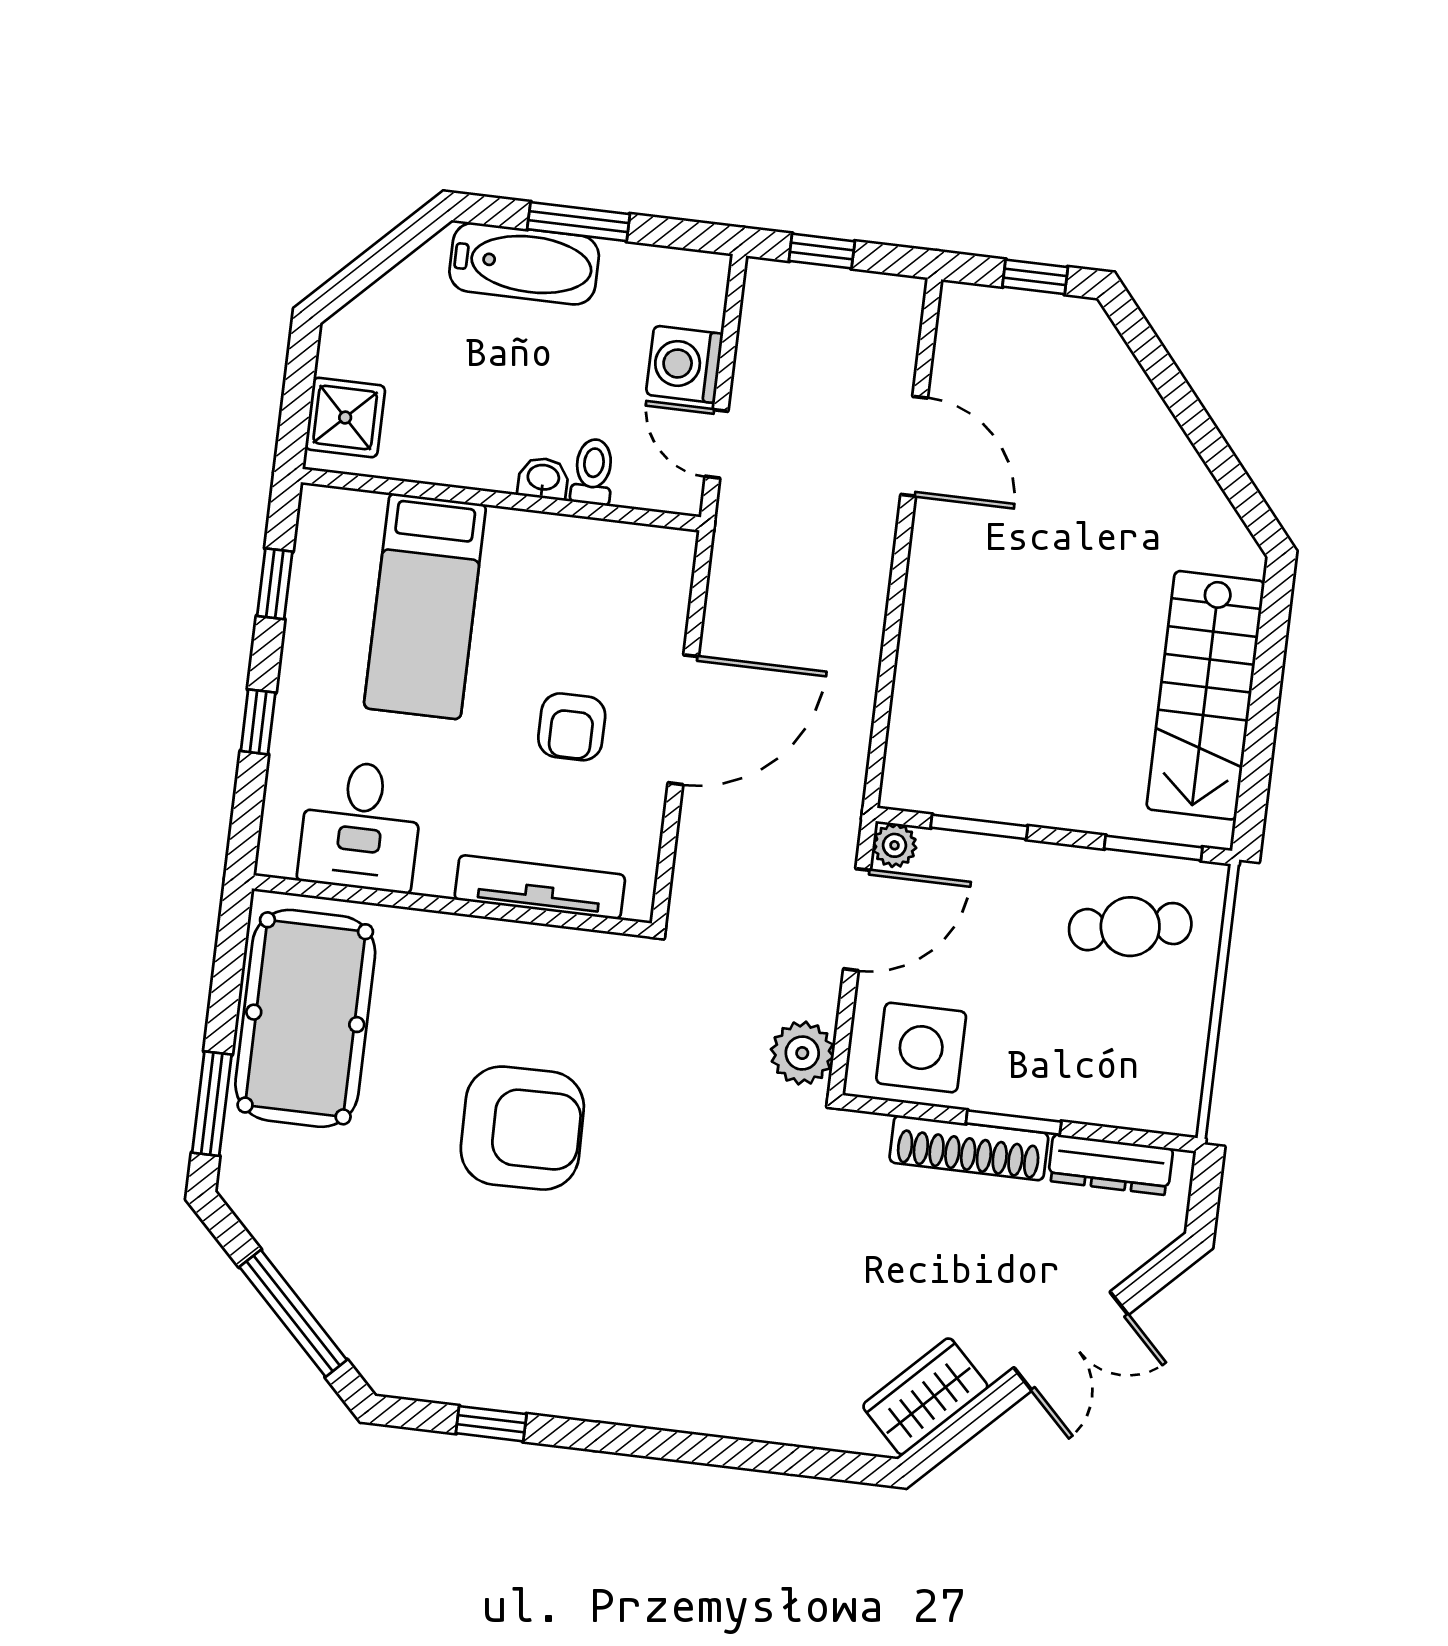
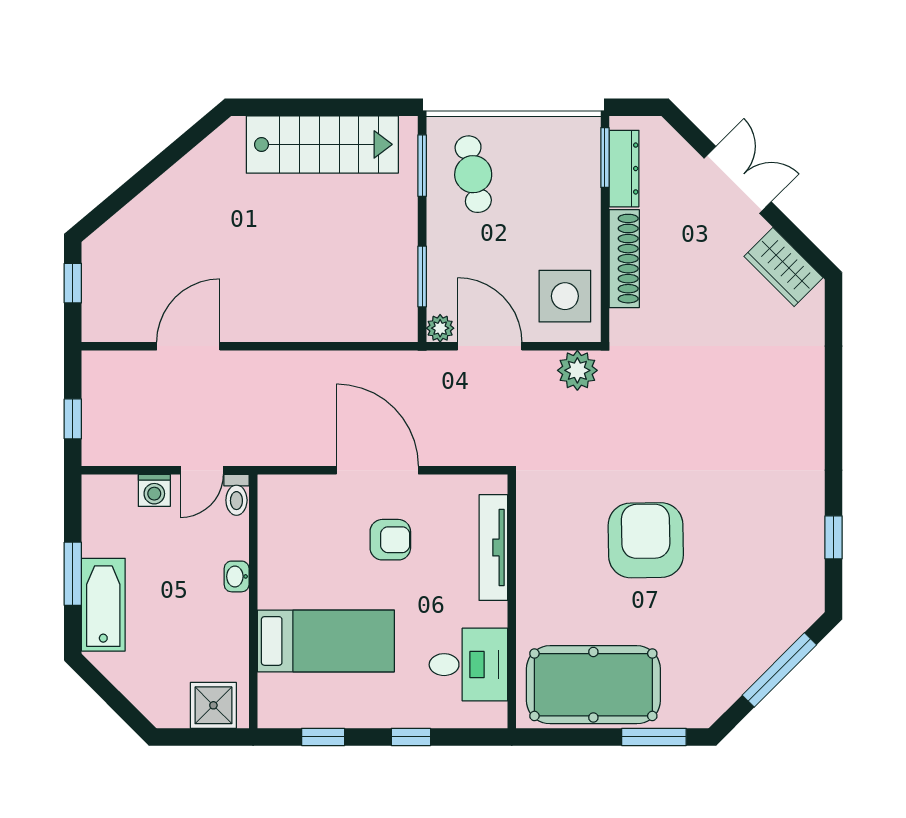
washing machine: (684, 364) -> (154, 490), width x0.73, depth x0.73
toilet: (593, 472) -> (236, 495), moved, turned -90
window: (1014, 1122) -> (605, 158), moved

